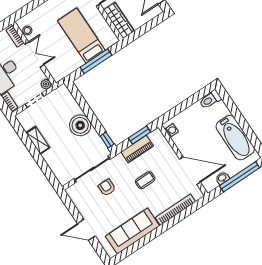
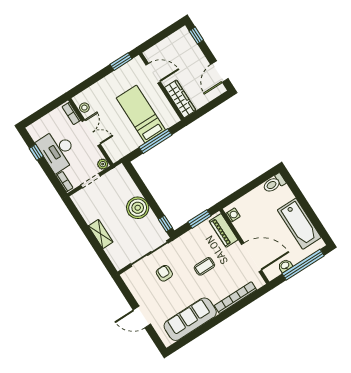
shelving: (38, 140) -> (101, 234), moved
piano: (137, 149) -> (224, 230), moved, turned 90

